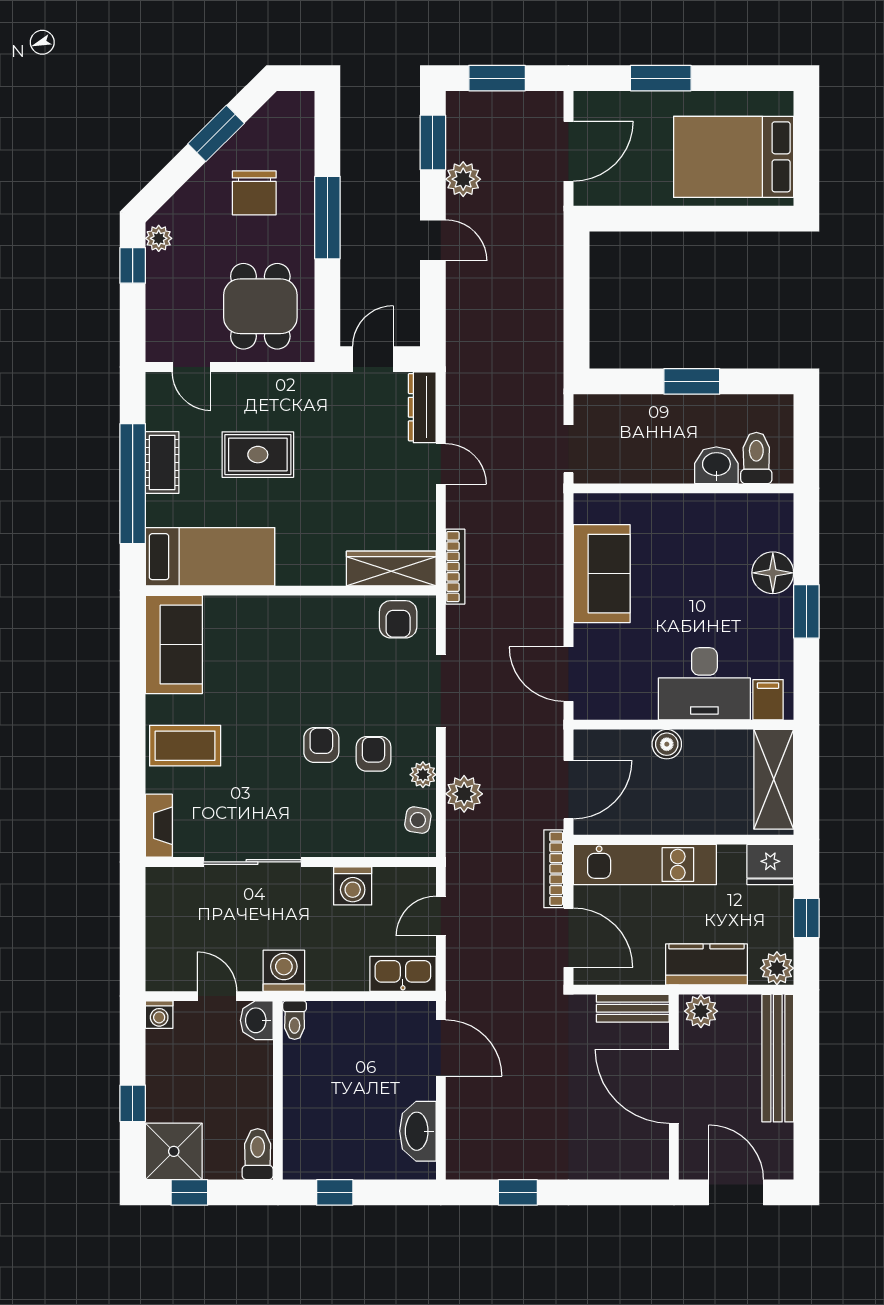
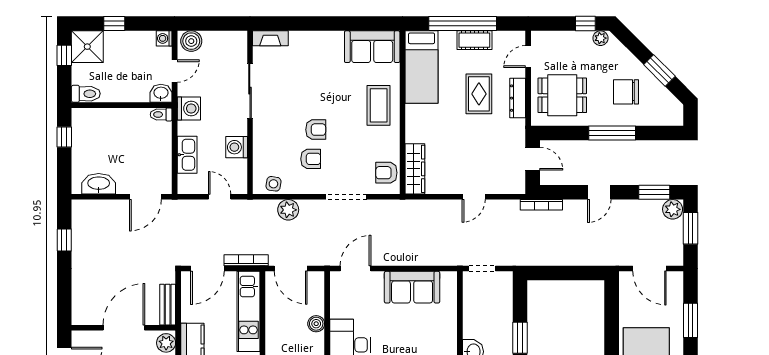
plant: (463, 179) -> (673, 209), moved
dresser: (422, 407) -> (518, 98), moved, turned -90
bookcase: (455, 567) -> (541, 205), moved
coffee table: (185, 746) -> (379, 105), moved
plant: (423, 775) -> (299, 187), removed
boiler: (164, 966) -> (191, 41), added
kitchen sink: (403, 974) -> (187, 155), moved

